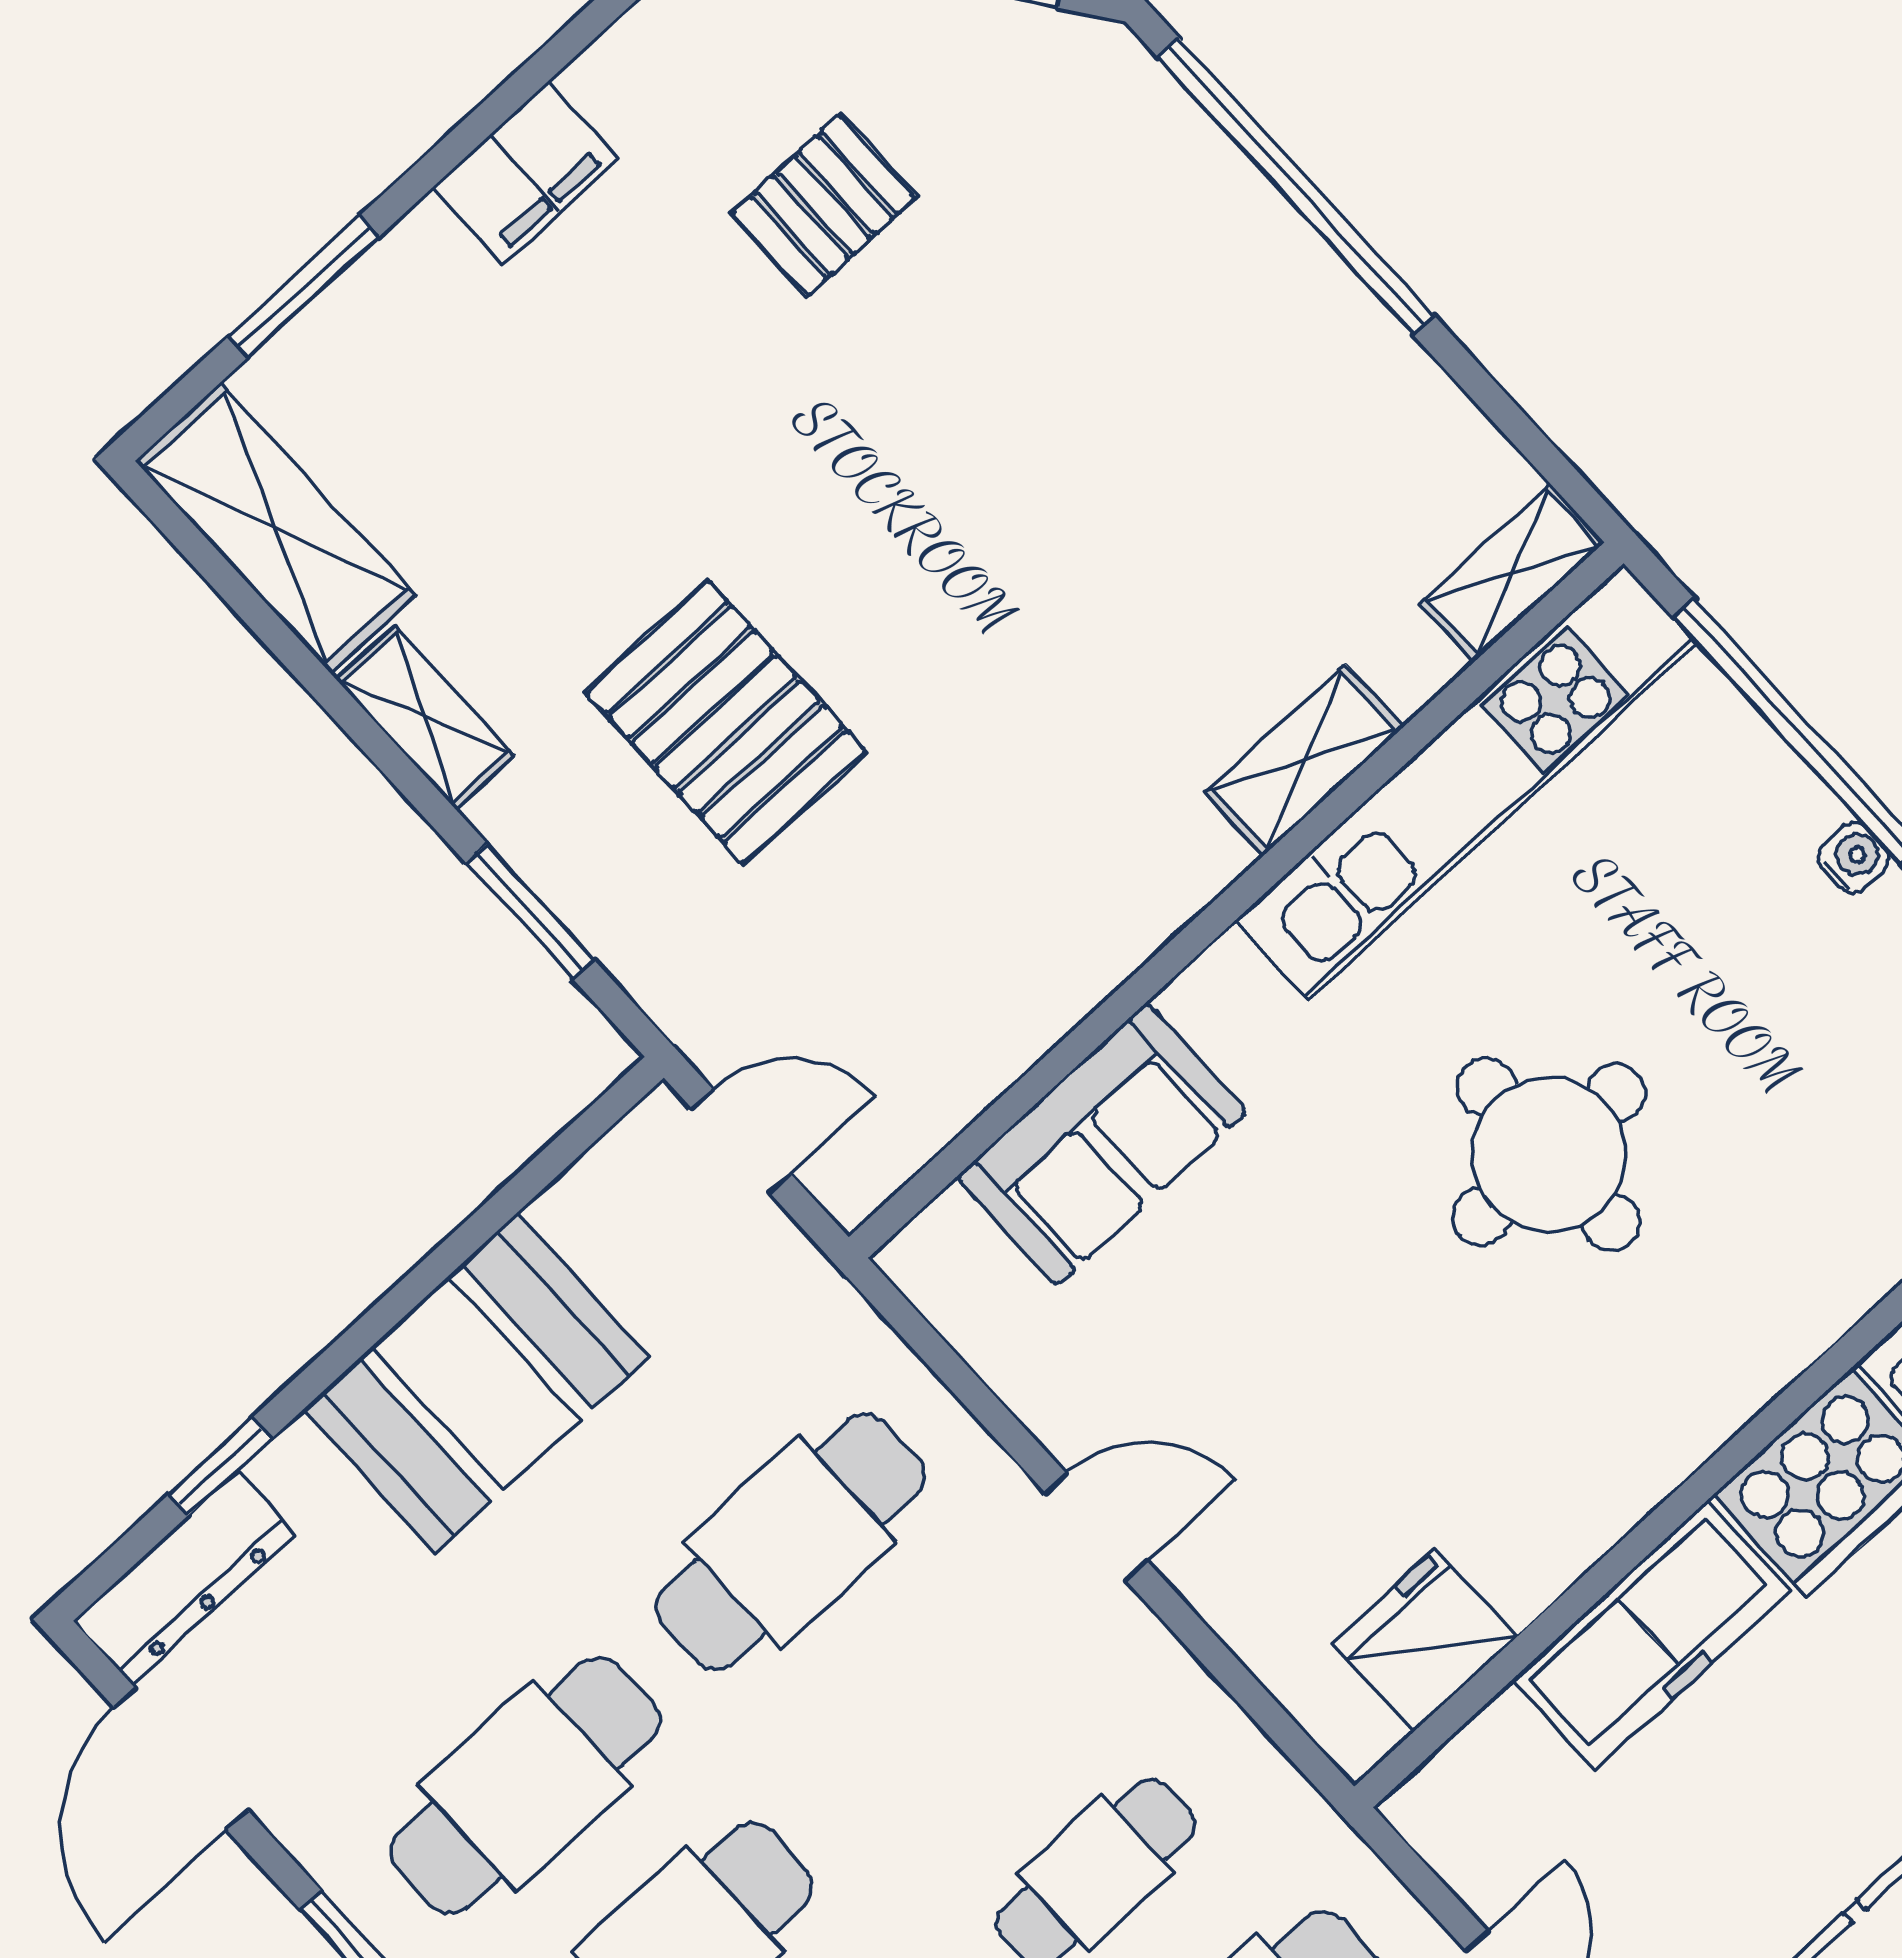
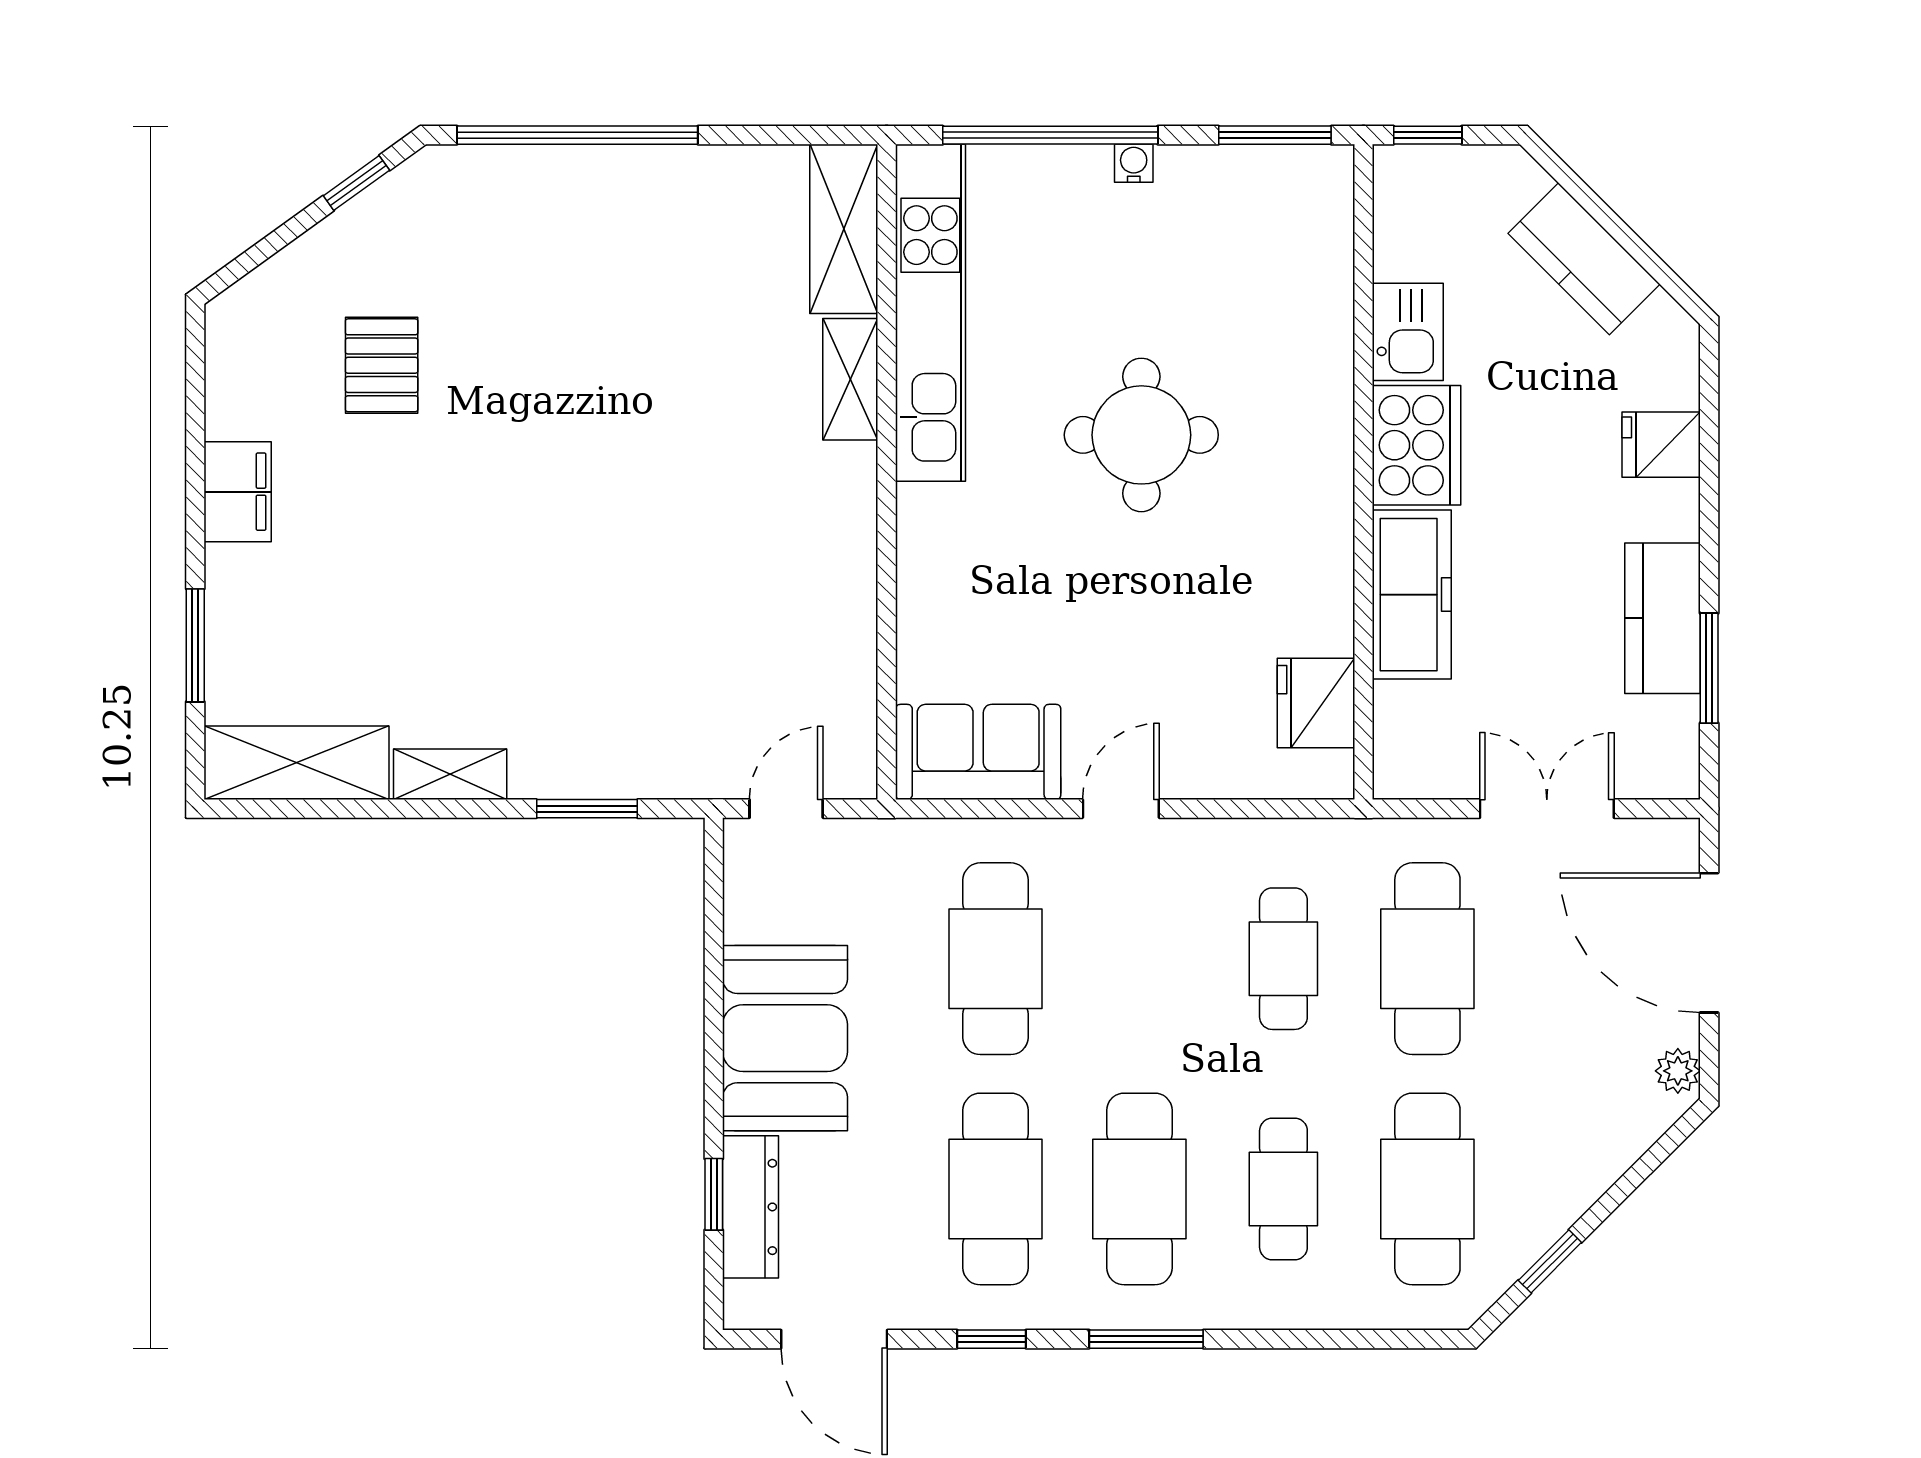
shelving: (1512, 573) -> (844, 229), width x1.50, depth x1.33
pallet: (726, 722) -> (582, 635), removed
sofa: (1102, 1144) -> (978, 752), moved, turned -90
dresser: (185, 1577) -> (751, 1207), moved

